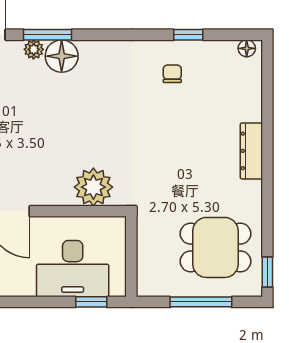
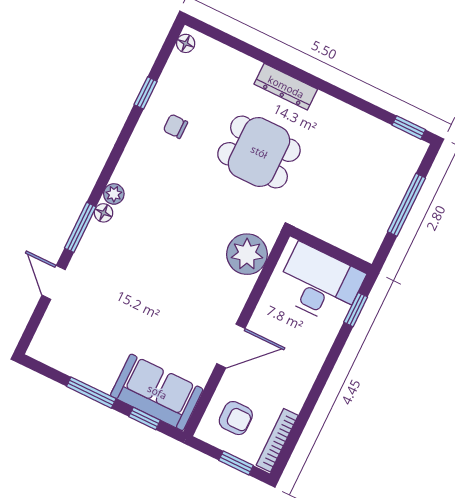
plant: (34, 49) -> (114, 194), moved
floor lamp: (62, 56) -> (103, 213), width x0.53, depth x0.53
dining table: (215, 247) -> (259, 152), moved, turned 90
desk: (73, 269) -> (320, 284), moved, turned -90

